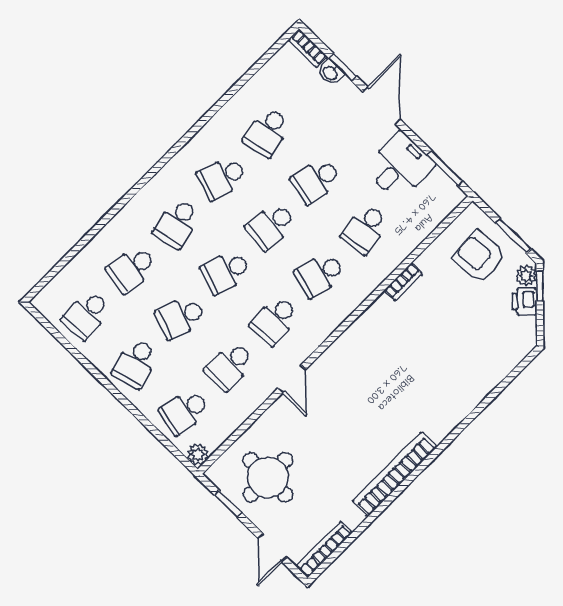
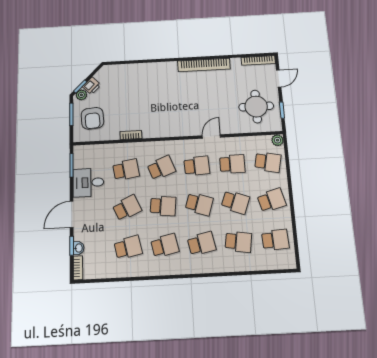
school desk: (222, 178) -> (165, 246), turned -30
school desk: (316, 180) -> (127, 208), turned -36
school desk: (320, 275) -> (161, 168), turned -36

